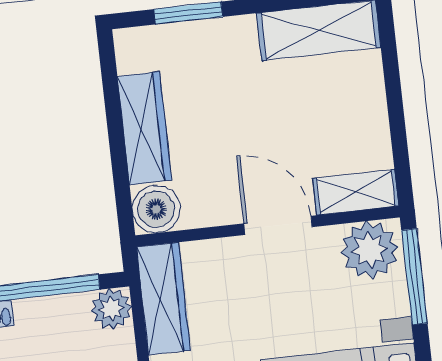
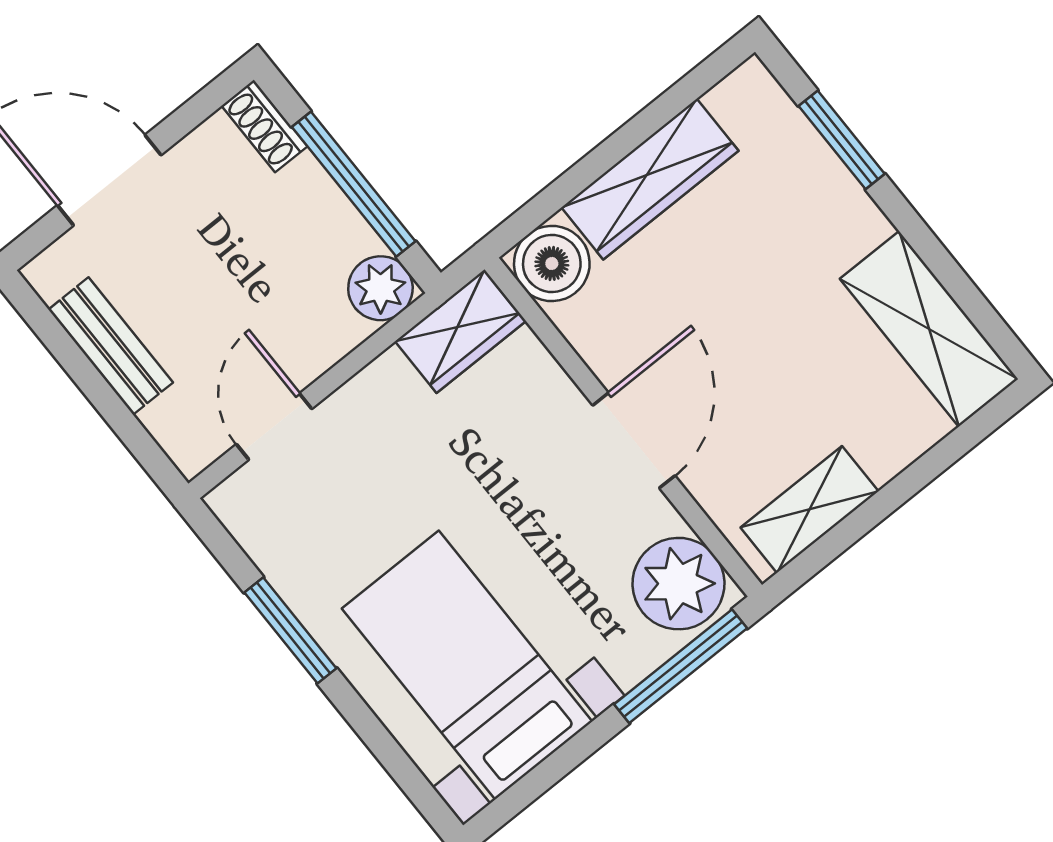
shelving: (356, 192) -> (809, 509), moved, turned 90
wardrobe: (163, 299) -> (461, 331), width x0.67

